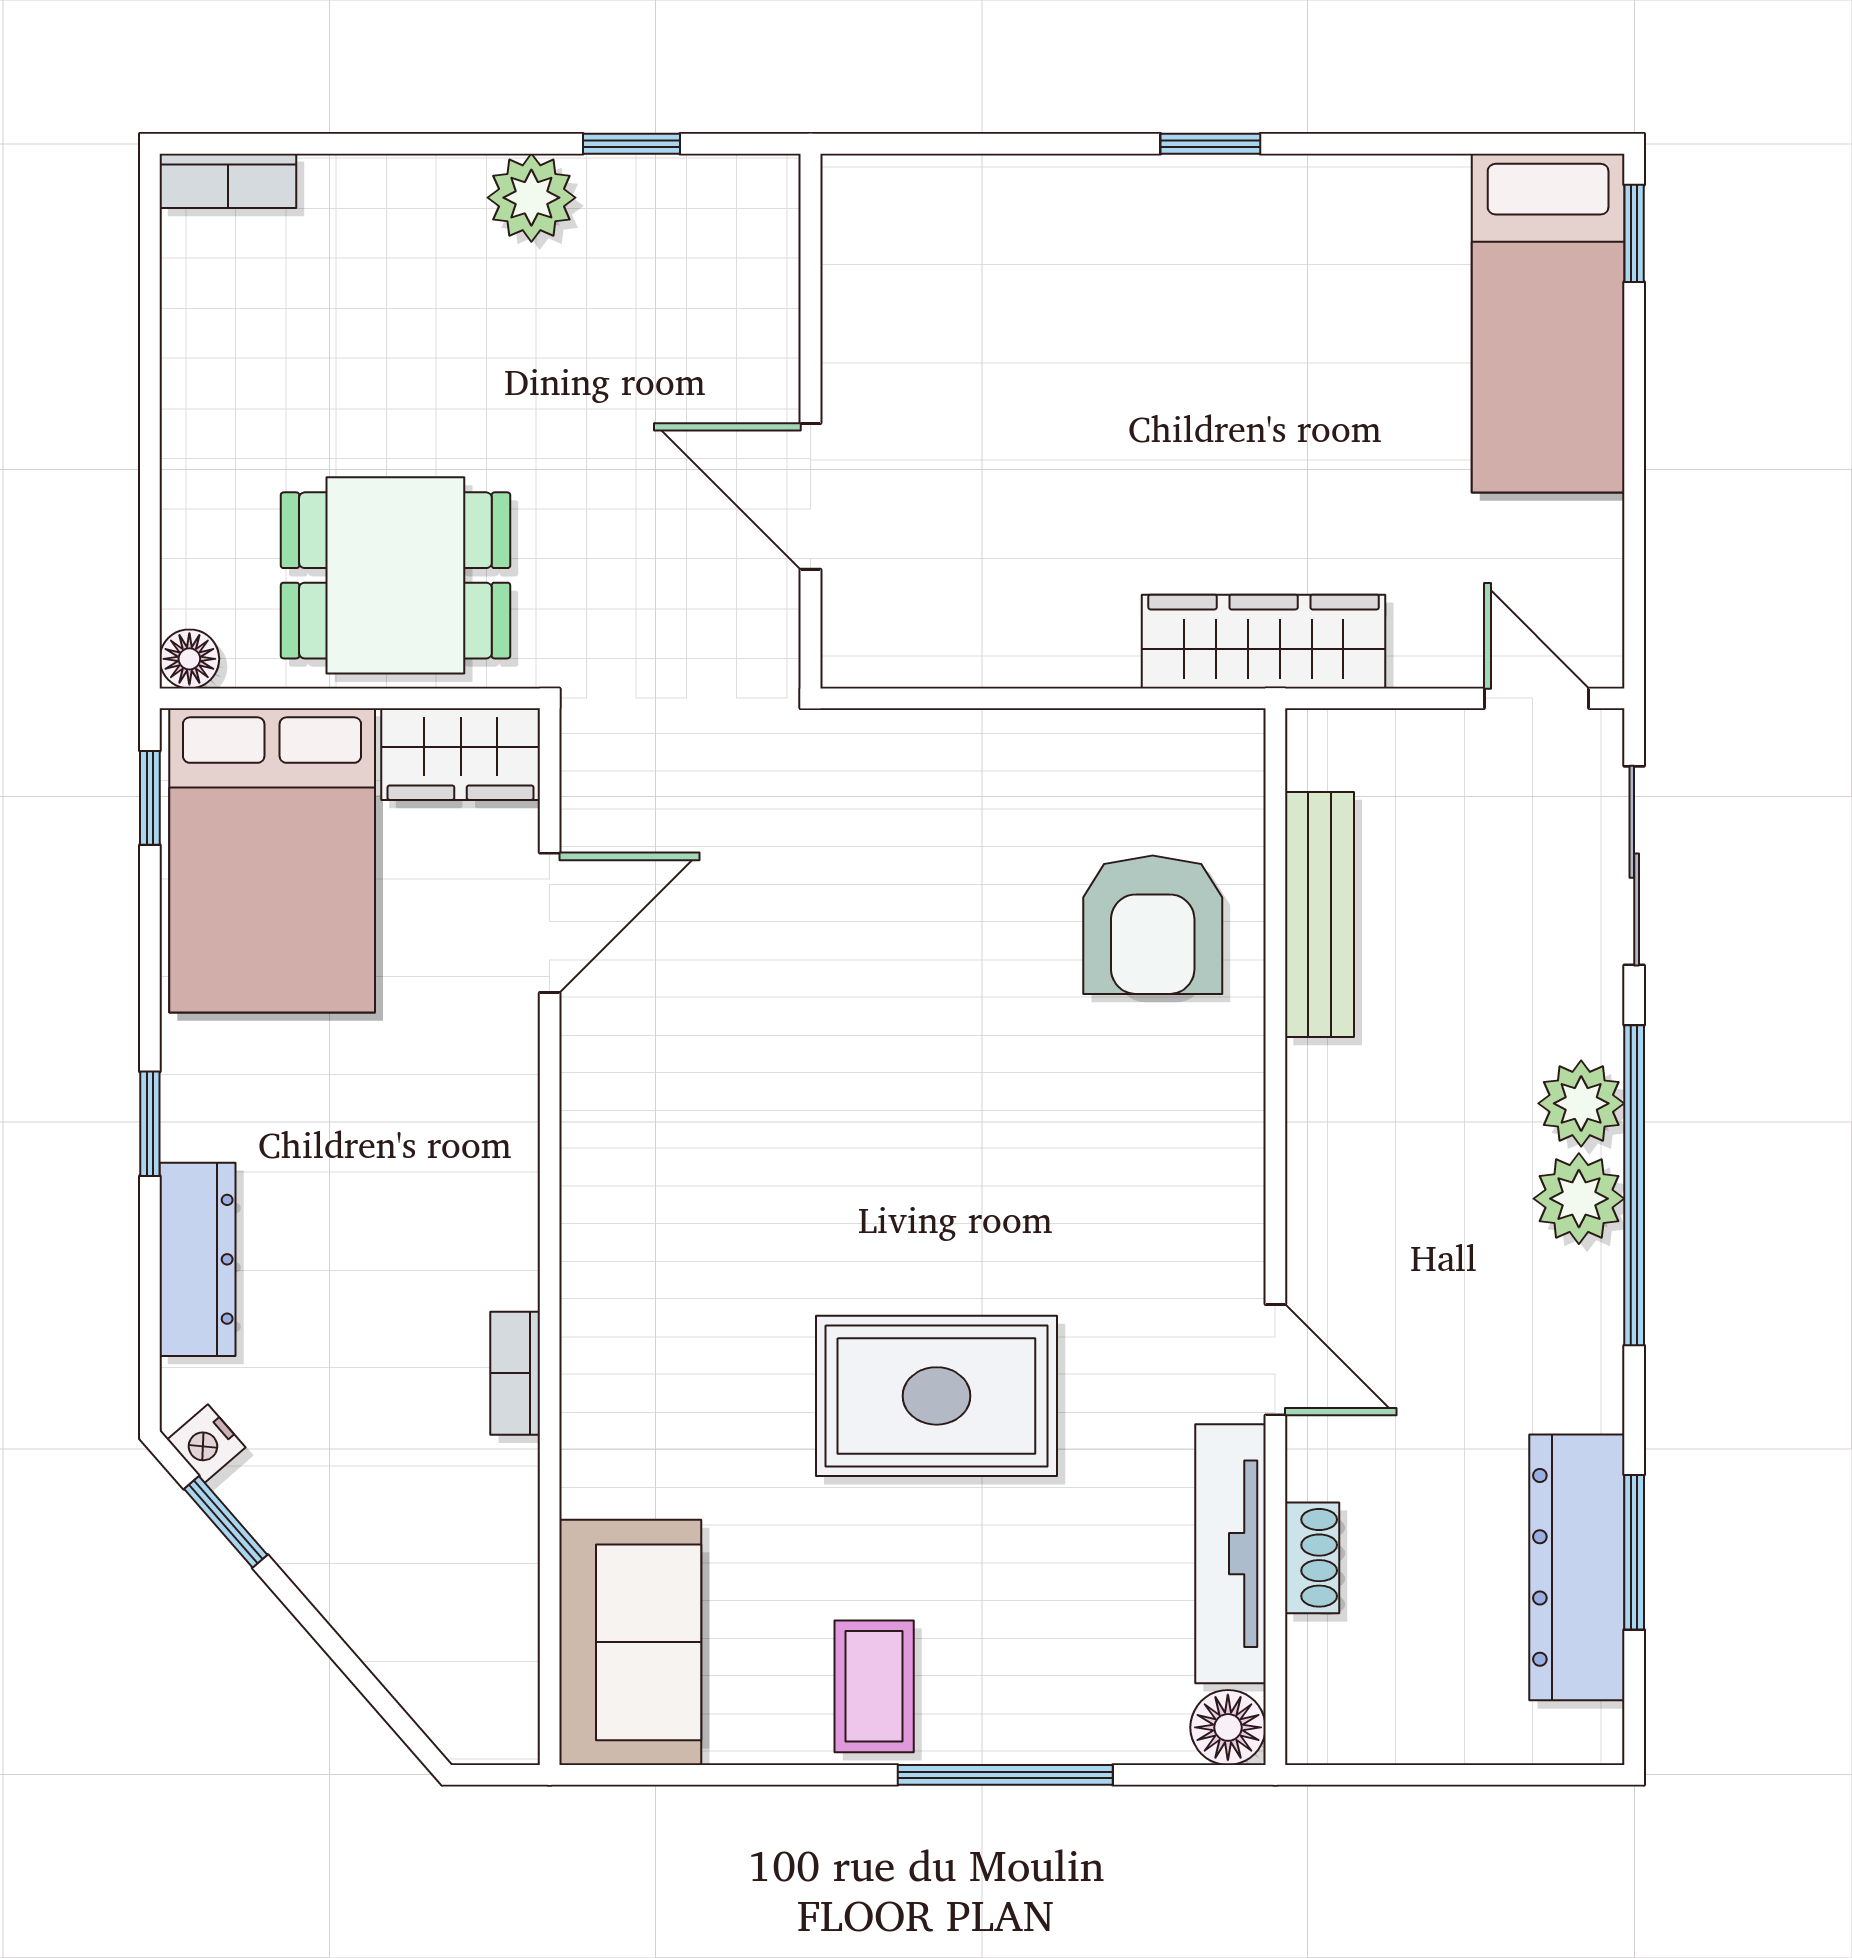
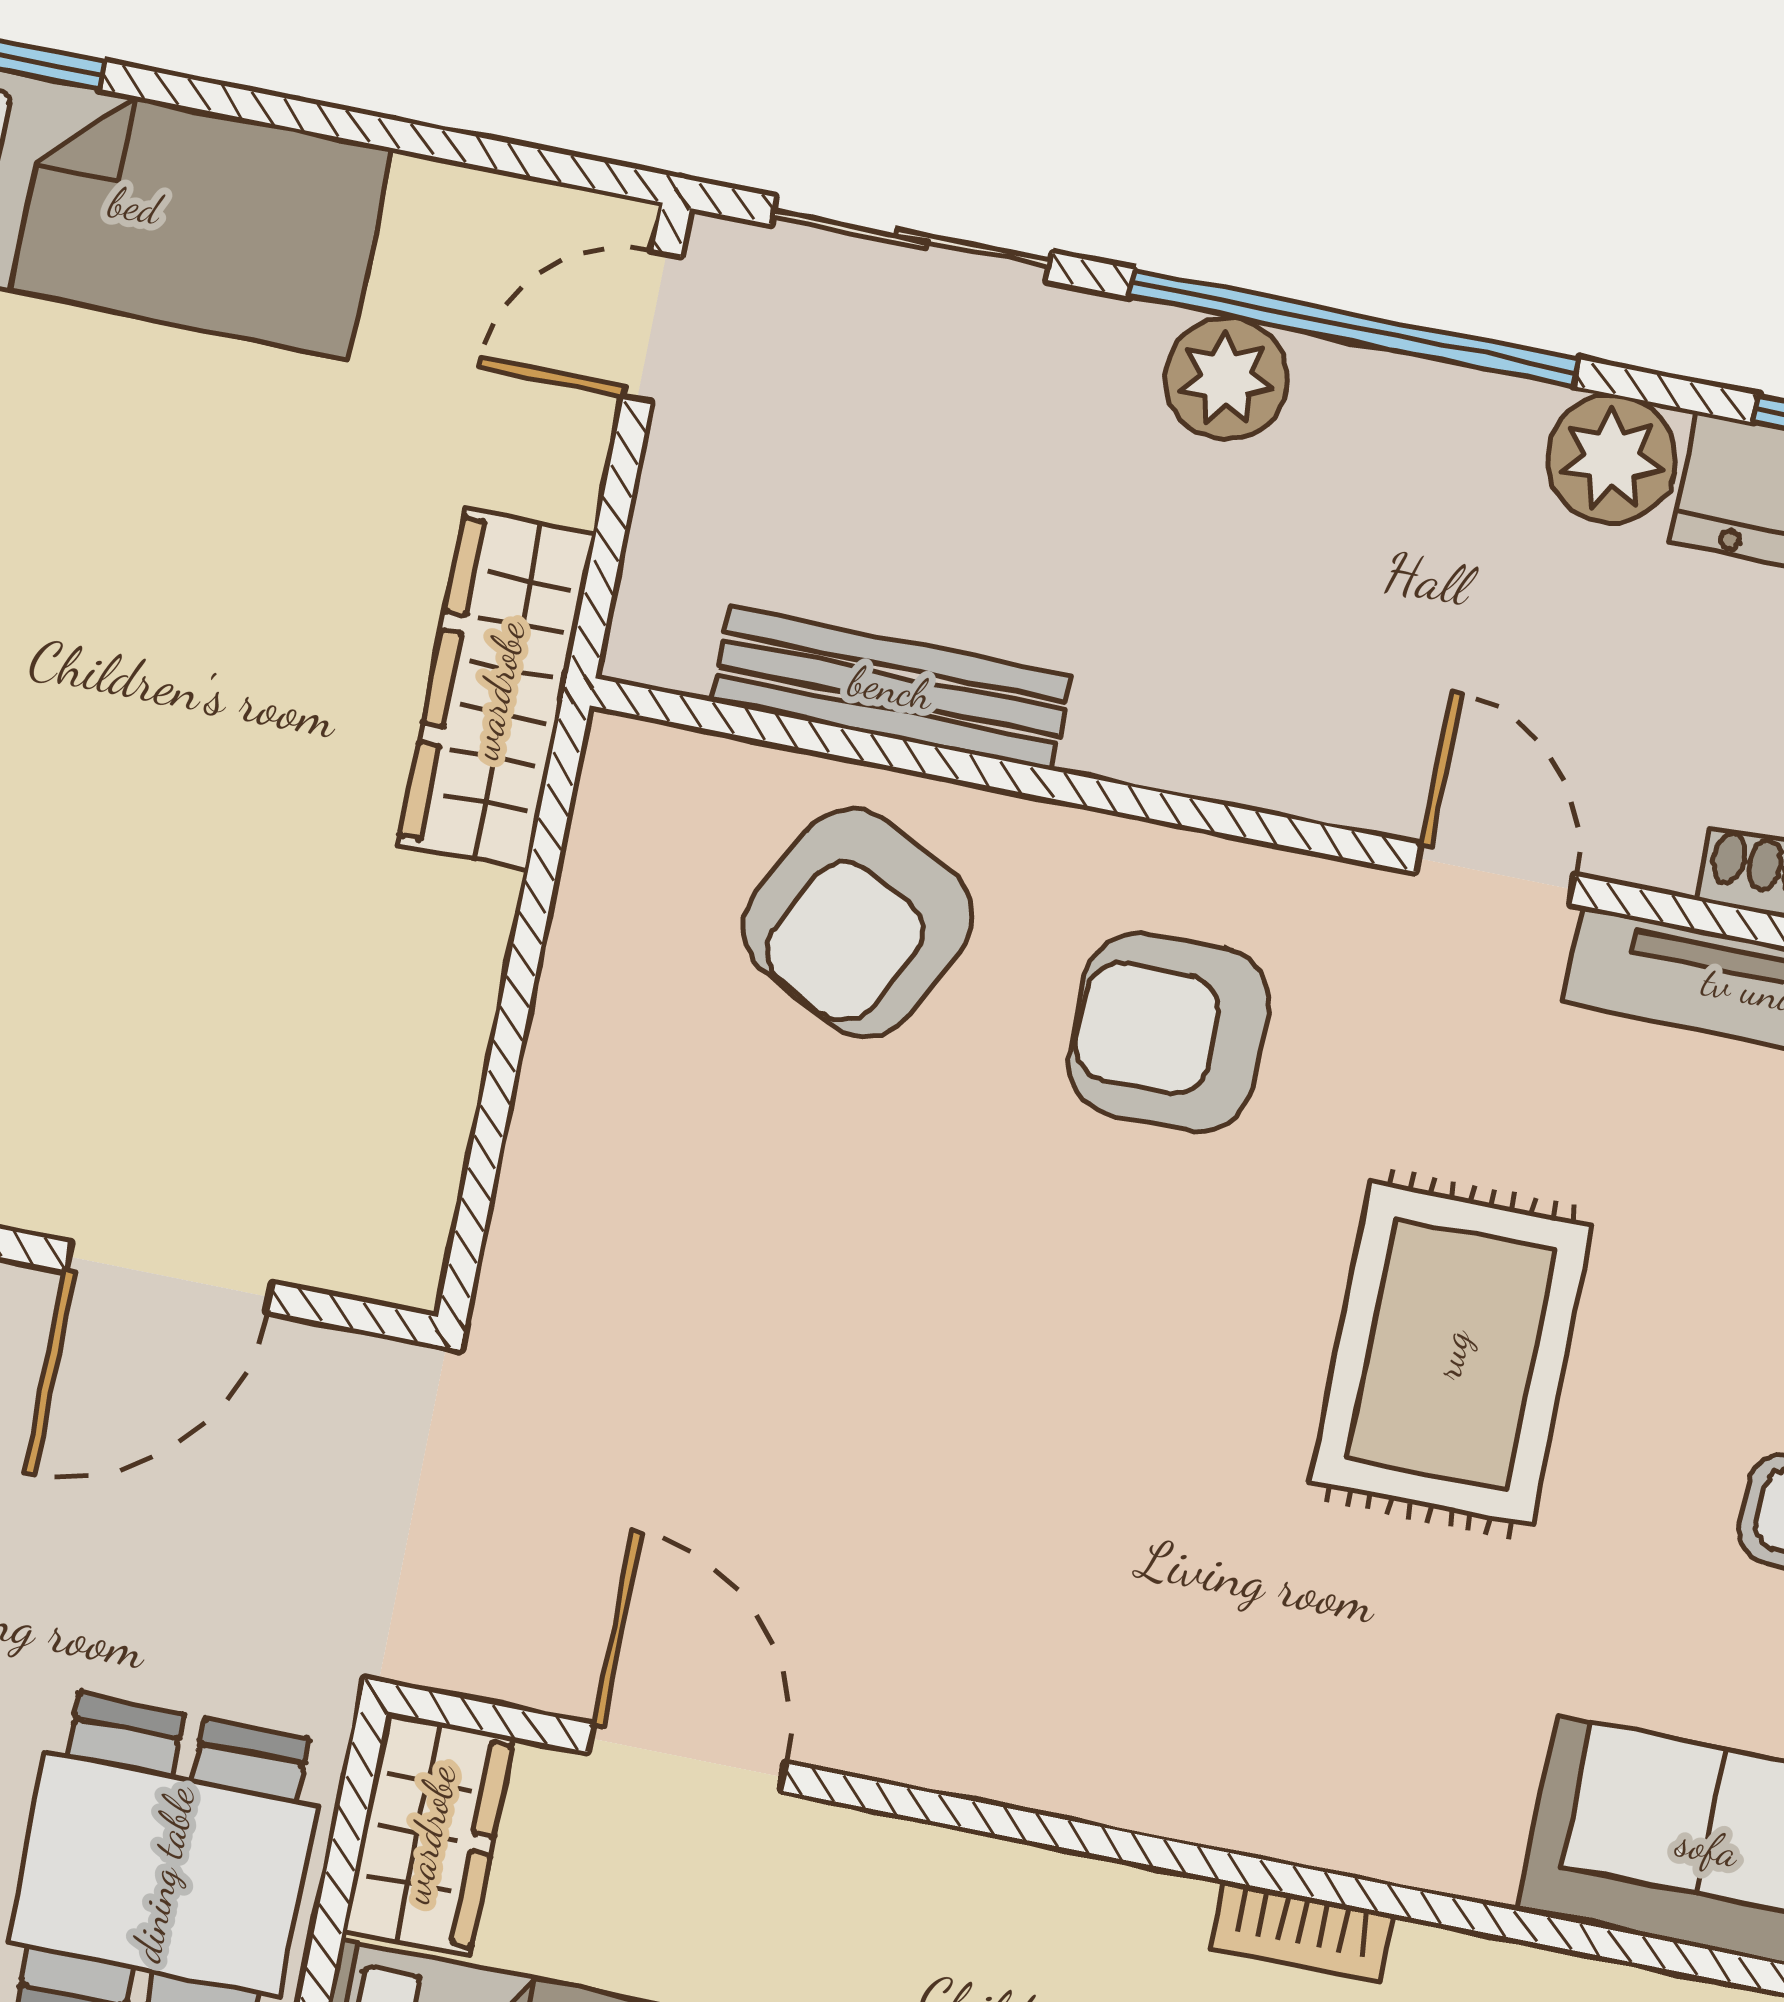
armchair: (1153, 925) -> (858, 922), turned 117
armchair: (1120, 1155) -> (1169, 1032), added
plant: (1579, 1199) -> (1612, 460), moved
door: (1275, 1360) -> (1496, 874), hinge flipped

